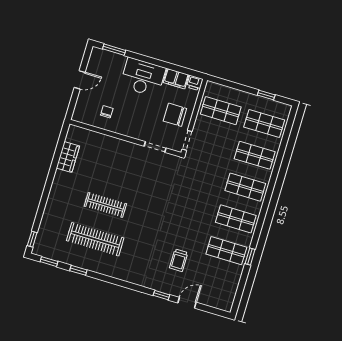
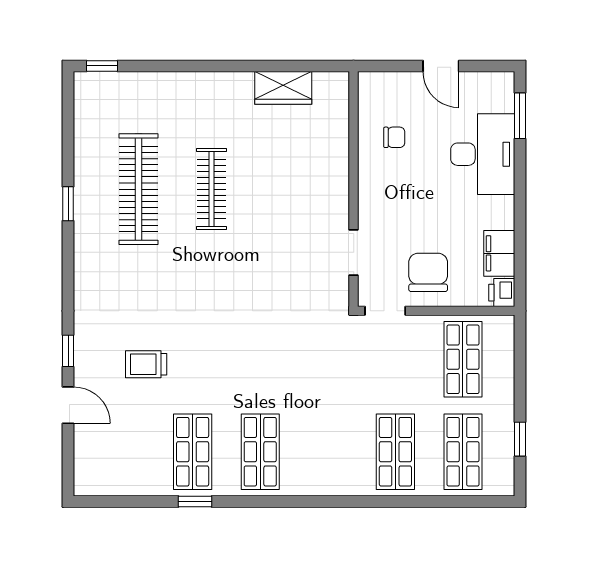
desk: (143, 77) -> (483, 154), moved
shop shelf: (245, 187) -> (328, 452), removed
window: (49, 262) -> (68, 112), removed
window: (78, 270) -> (68, 204), moved

